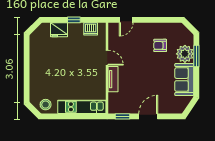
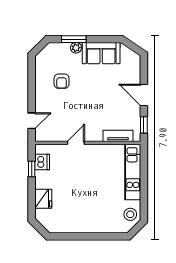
window: (74, 20) -> (32, 169), moved
door: (126, 20) -> (32, 121), hinge flipped
plant: (185, 54) -> (76, 48), width x0.53, depth x0.53
tv unit: (113, 79) -> (118, 136), moved

